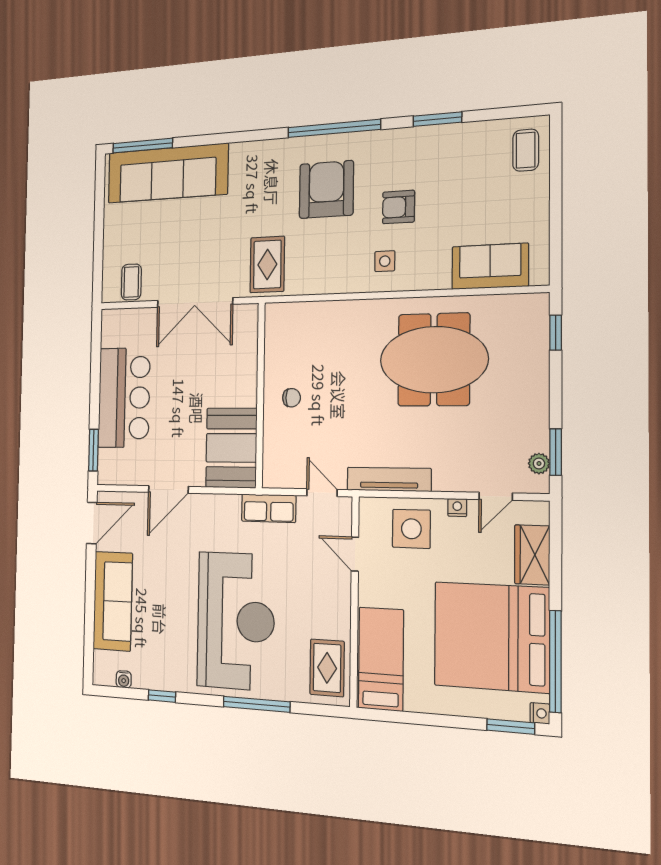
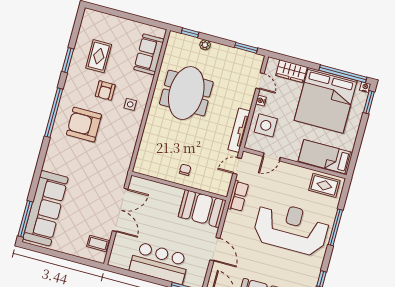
coffee table: (526, 150) -> (98, 23), removed
rug: (267, 264) -> (99, 56), moved, turned 90
plant: (539, 464) -> (205, 45), moved

